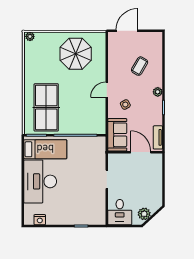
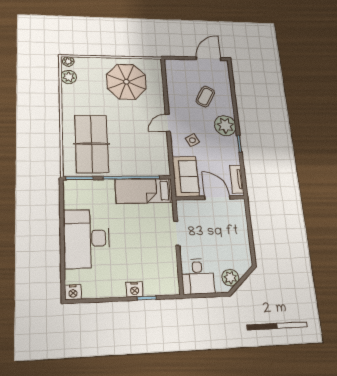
door: (127, 31) -> (209, 59), moved
plant: (30, 50) -> (69, 77), added
plant: (158, 92) -> (225, 126), width x1.87, depth x1.87
bed: (45, 149) -> (144, 191), moved, turned 180
nightstand: (40, 220) -> (73, 292), moved
nightstand: (73, 220) -> (134, 290), added

